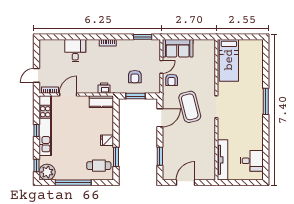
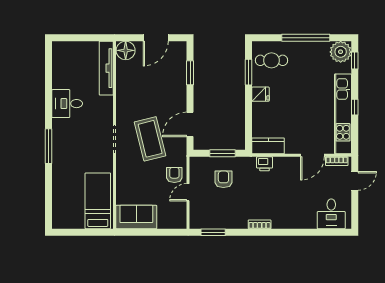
sofa: (178, 48) -> (136, 217), moved
desk: (75, 51) -> (331, 214), moved
desk: (252, 161) -> (67, 104), moved
floor lamp: (208, 173) -> (126, 50), added

